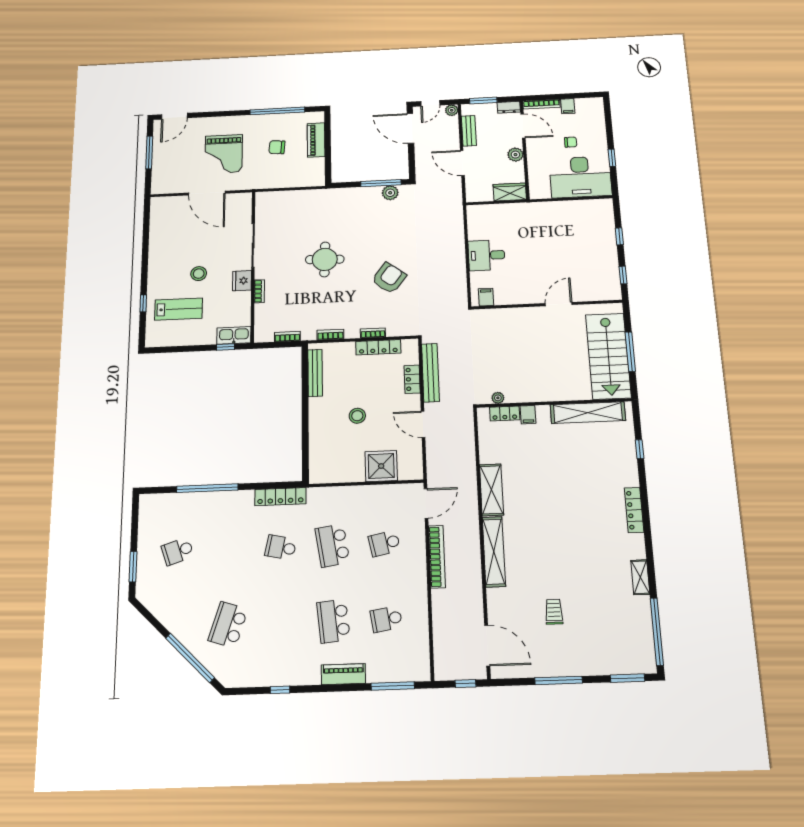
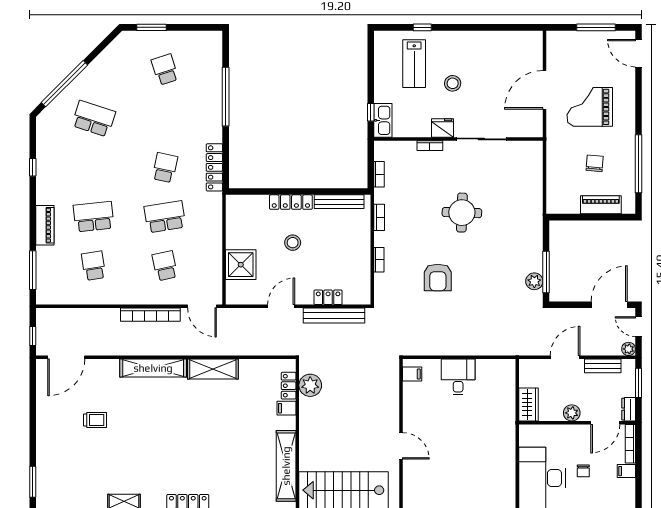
armchair: (389, 278) -> (438, 277), turned 53
locker: (378, 347) -> (291, 202), moved, turned -90
plant: (498, 398) -> (310, 385), width x1.88, depth x1.88
window: (559, 680) -> (33, 420), removed

